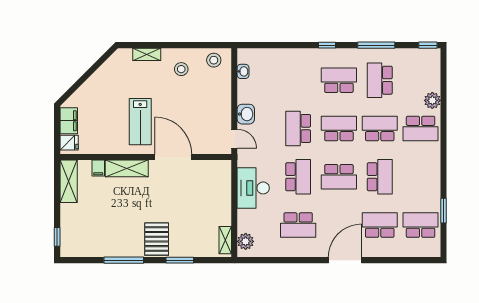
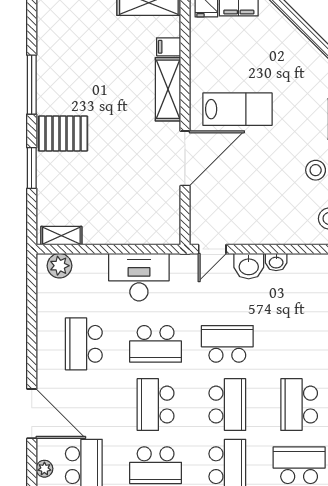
washbasin: (243, 71) -> (276, 262), moved
school desk: (339, 80) -> (299, 405), turned 180
lab bench: (140, 122) -> (237, 109), turned 180
plant: (382, 252) -> (44, 469), added

